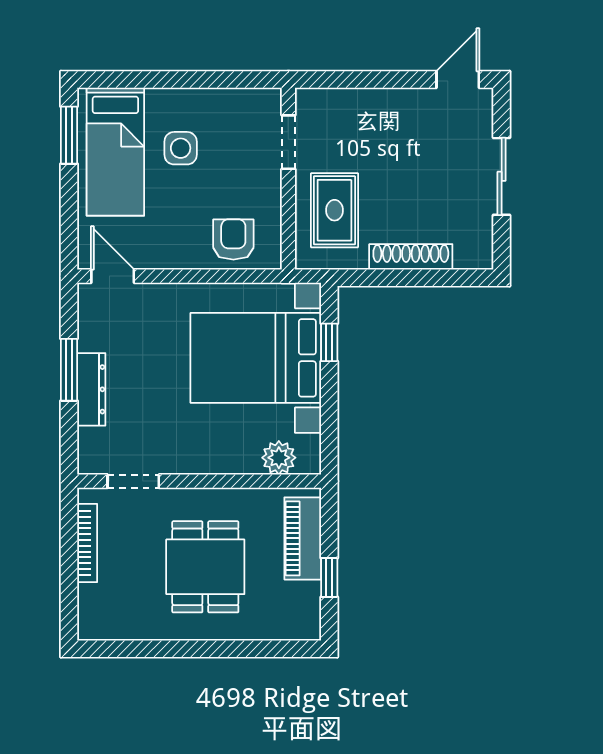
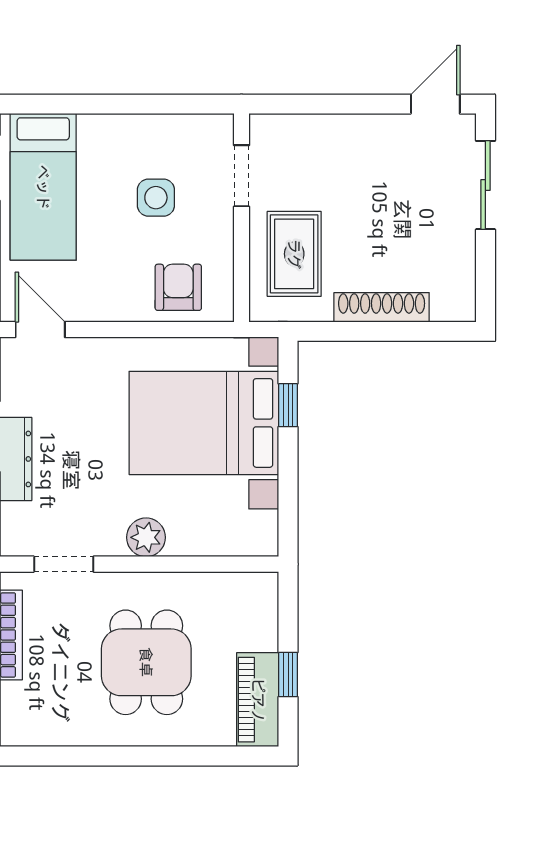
side table: (181, 148) -> (156, 198), moved
sliding door: (502, 176) -> (485, 185), moved
plant: (279, 458) -> (146, 537), moved
piano: (303, 538) -> (258, 700), moved

